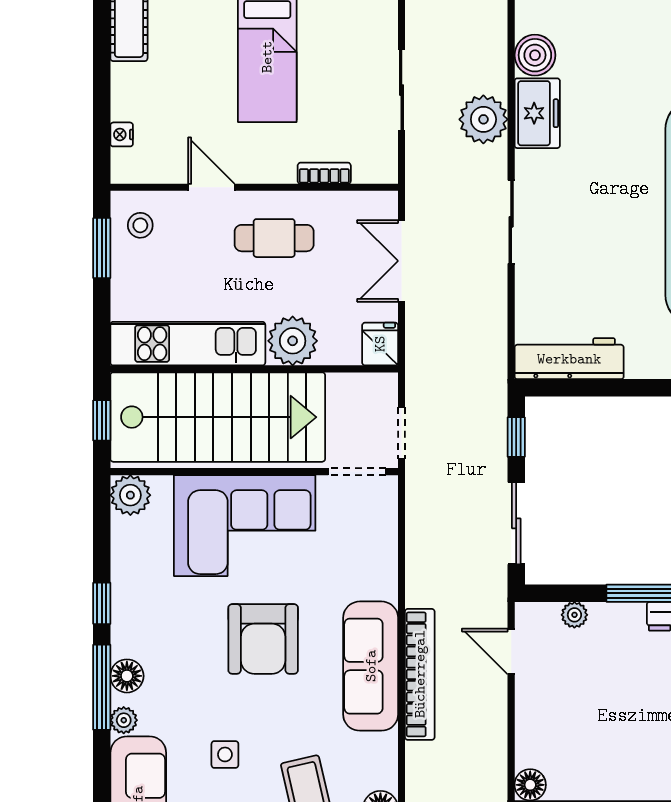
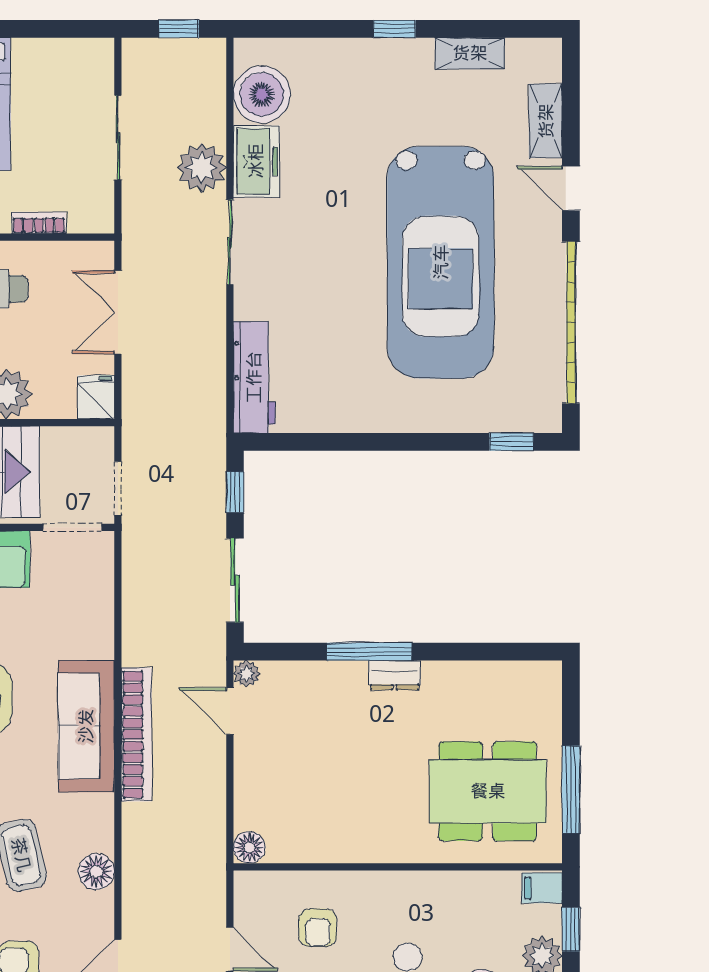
boiler: (535, 55) -> (262, 94), width x1.37, depth x1.37
sliding door: (511, 222) -> (230, 242), moved
workbench: (569, 359) -> (254, 377), moved, turned 90
plant: (574, 615) -> (247, 674), moved

